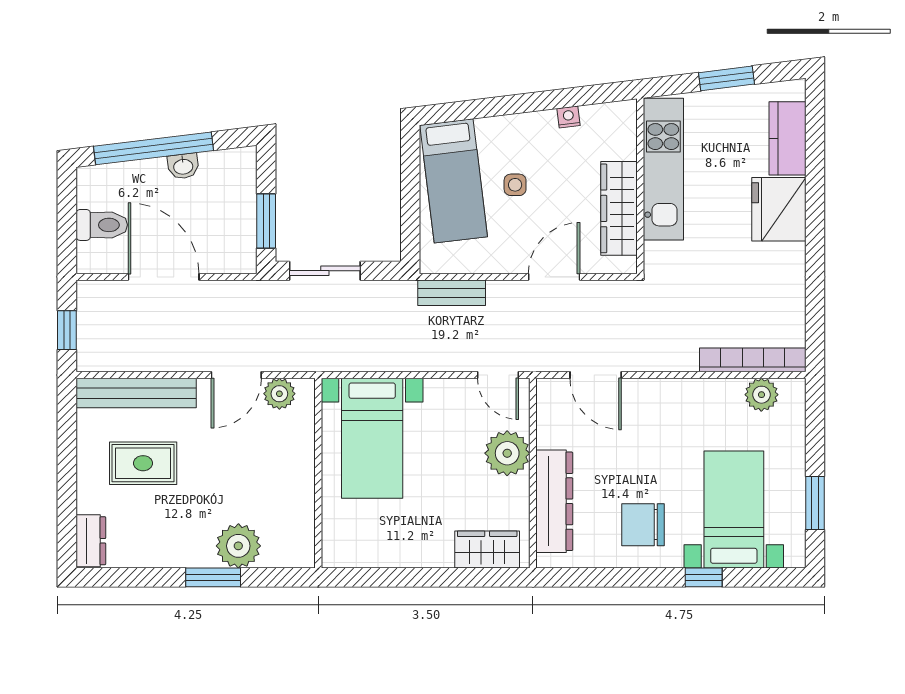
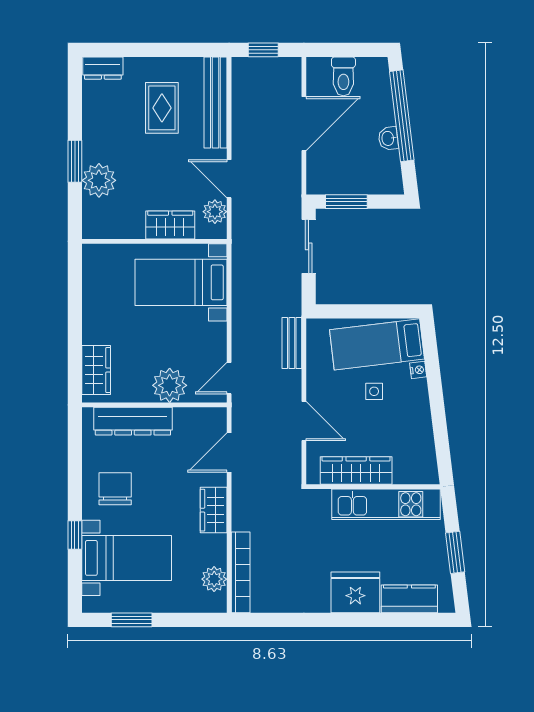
nightstand: (568, 117) -> (418, 370), moved
wardrobe: (671, 395) -> (214, 510), added
wardrobe: (297, 452) -> (170, 225), added

